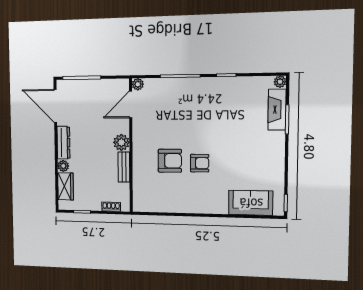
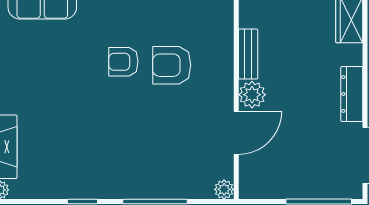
door: (131, 105) -> (236, 133), moved
plant: (63, 166) -> (353, 55), removed

